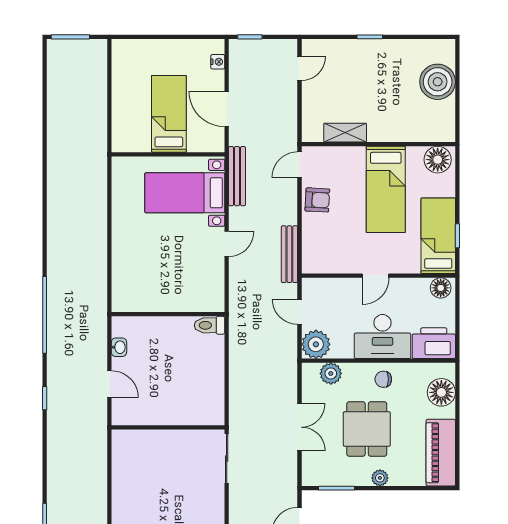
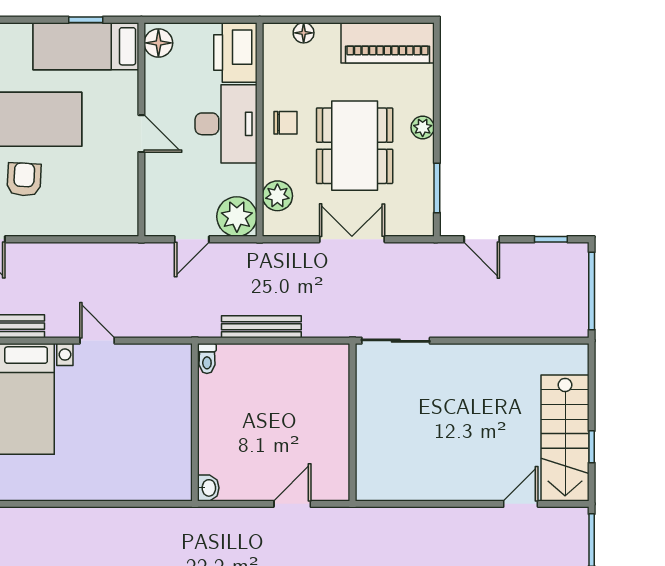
armchair: (317, 200) -> (24, 179), moved
bench: (289, 254) -> (261, 327), moved
toilet: (210, 325) -> (207, 359), width x0.73, depth x0.72
washbasin: (119, 347) -> (208, 488), moved, turned 90
chair: (383, 379) -> (285, 123), turned -90
floor lamp: (441, 392) -> (304, 33), width x0.53, depth x0.53
dining table: (367, 429) -> (355, 146), width x1.38

